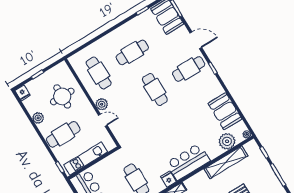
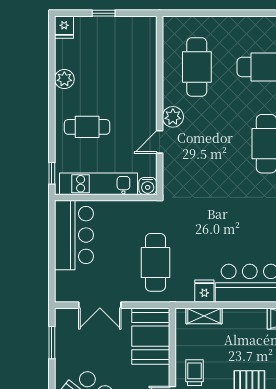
round table: (62, 96) -> (120, 69), removed
door: (103, 120) -> (160, 142), swing flipped
cafe table: (63, 134) -> (87, 127), width x0.73, depth x0.74
water cooler: (110, 145) -> (148, 186), added

